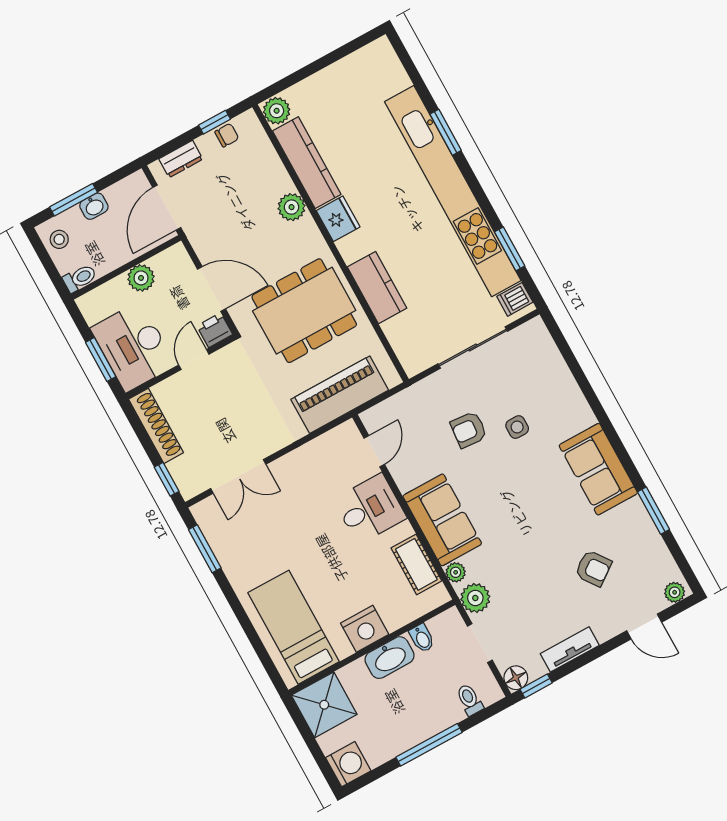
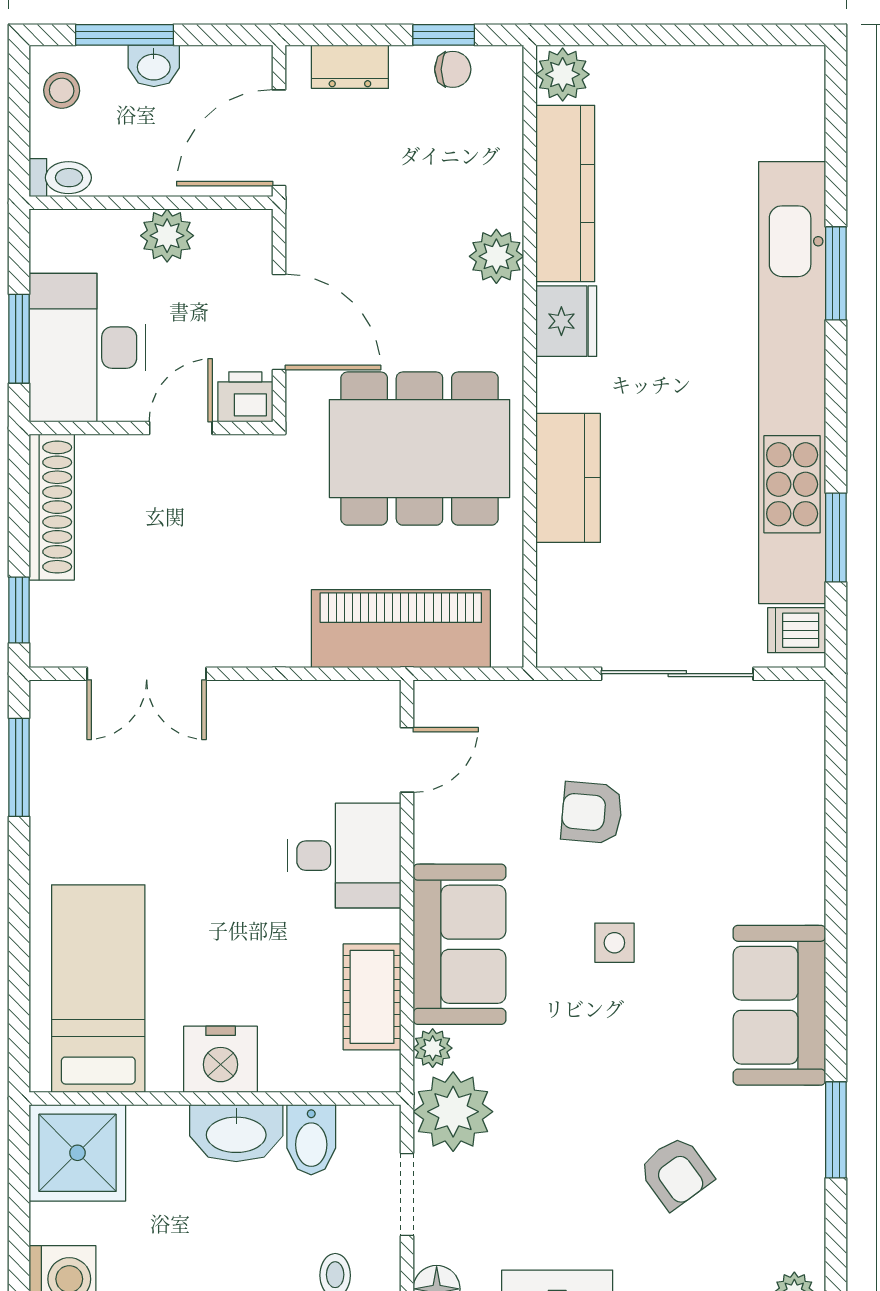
side table: (517, 427) -> (614, 943), moved
plant: (475, 598) -> (453, 1112), width x1.36, depth x1.36
bidet: (422, 638) -> (311, 1140), width x1.38, depth x1.36

